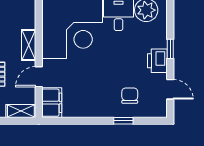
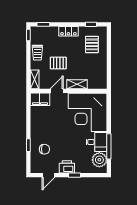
door: (39, 77) -> (57, 91), hinge flipped

